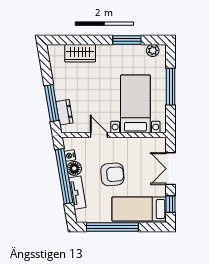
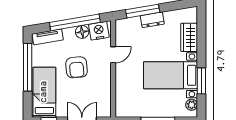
bed with nightstands: (135, 104) -> (170, 75), moved, turned 180
dresser: (64, 112) -> (152, 20), moved
nightstand: (70, 156) -> (99, 31), width x1.89, depth x1.79
tv unit: (77, 193) -> (48, 37), moved

